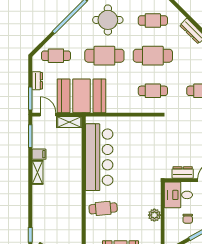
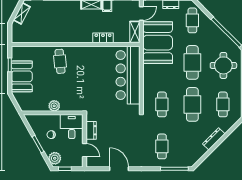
bar counter: (99, 157) -> (128, 75), moved, turned 90
locker: (76, 159) -> (103, 38), added

